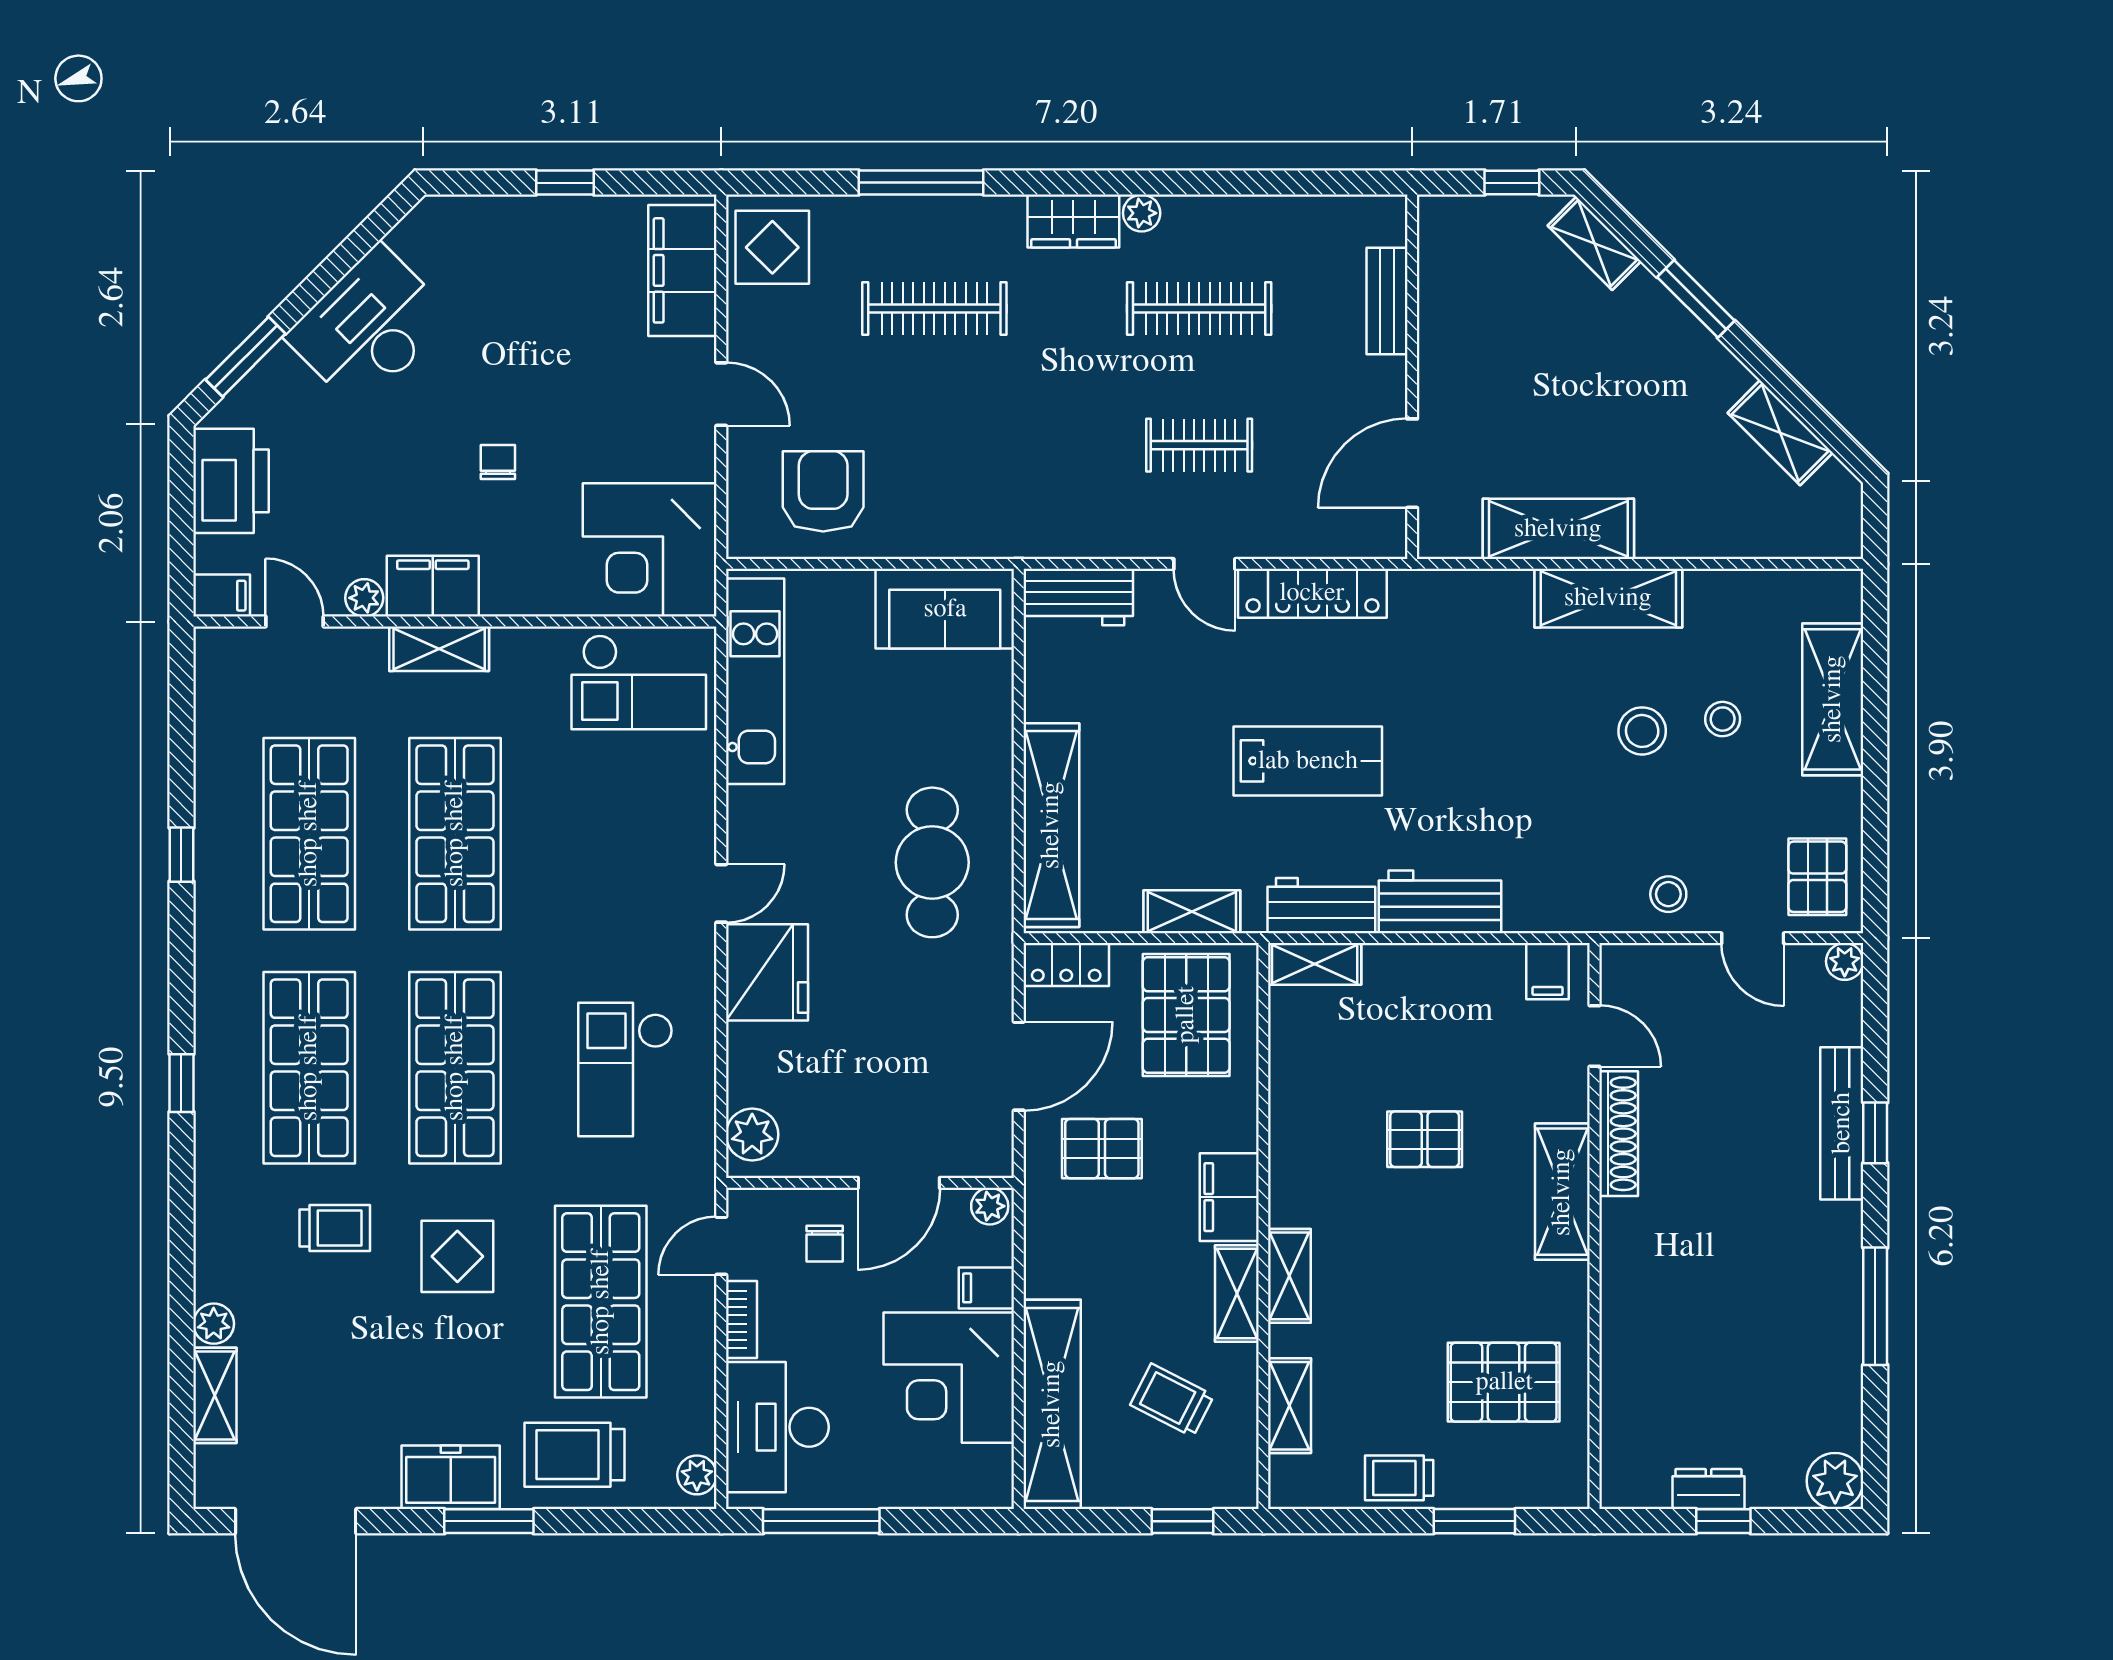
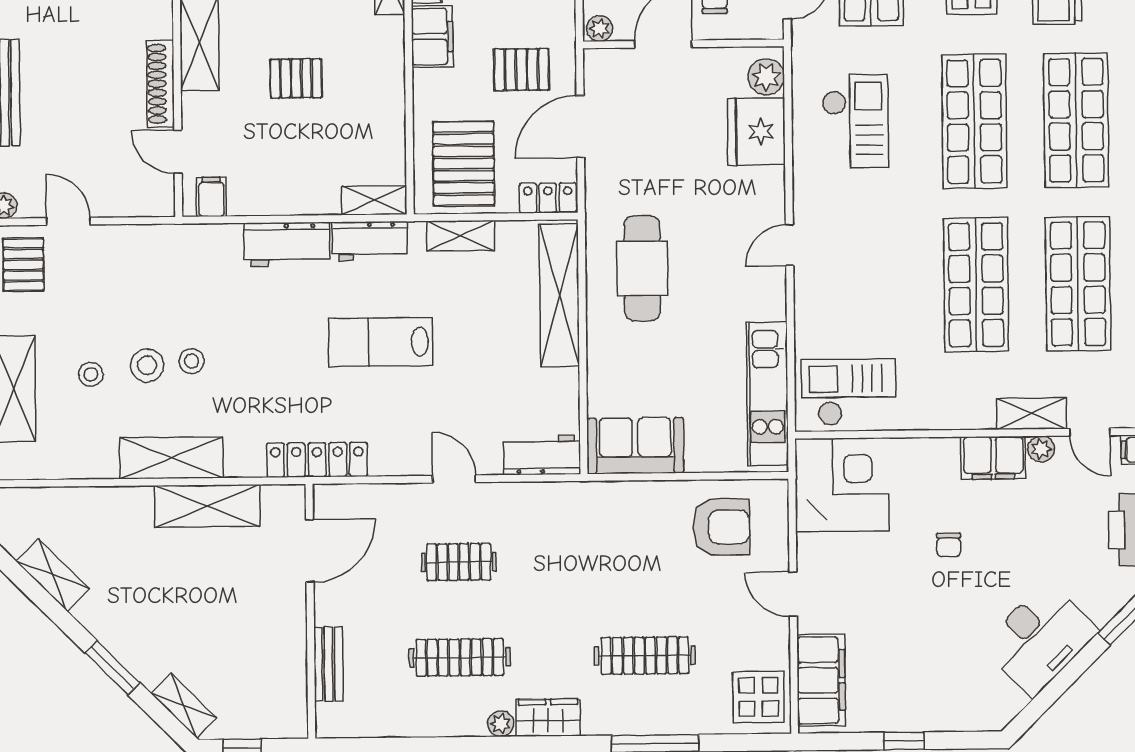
armchair: (823, 491) -> (721, 527), turned -90
locker: (1312, 593) -> (317, 460), moved
shelving: (439, 649) -> (1031, 414), moved
stool: (1668, 894) -> (192, 361), moved
fridge: (767, 972) -> (756, 132), moved

